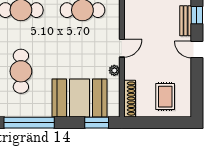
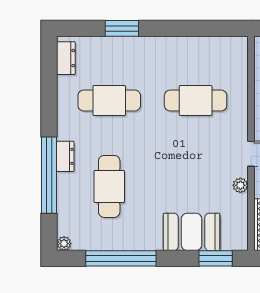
booth: (80, 98) -> (191, 232), width x0.73, depth x0.70

